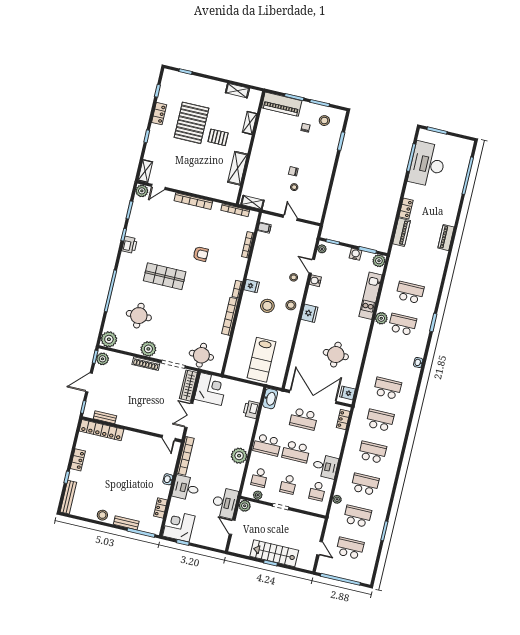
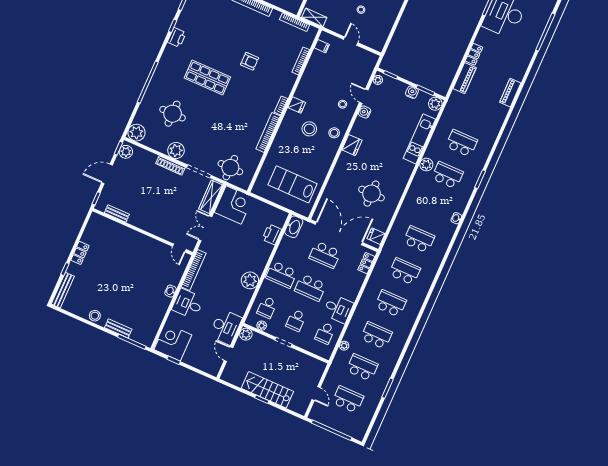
lab bench: (261, 360) -> (292, 184), turned 90
locker: (101, 430) -> (111, 226), removed
locker: (161, 508) -> (157, 320), removed

